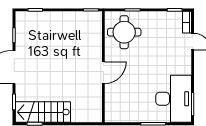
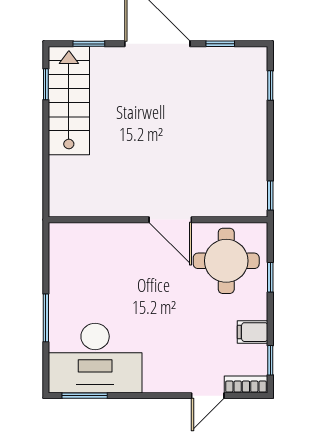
filing cabinet: (160, 19) -> (253, 332), added
door: (103, 73) -> (170, 220), moved

